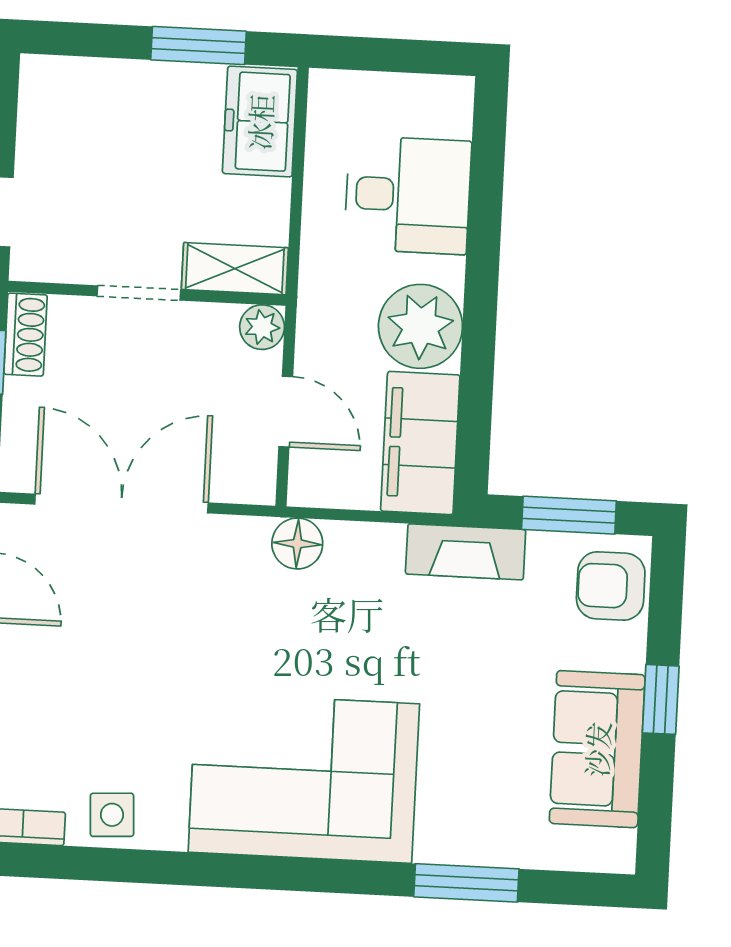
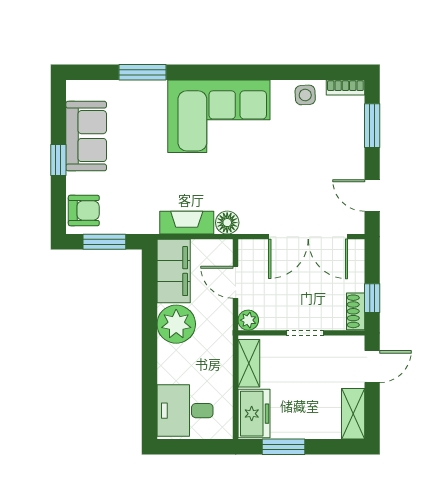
shelving: (42, 110) -> (353, 414), added
desk: (408, 195) -> (185, 411), moved
shelving: (235, 269) -> (249, 363), moved, turned 90
fireplace: (466, 552) -> (187, 223), moved

